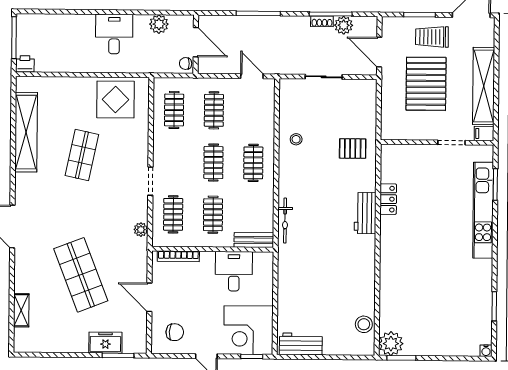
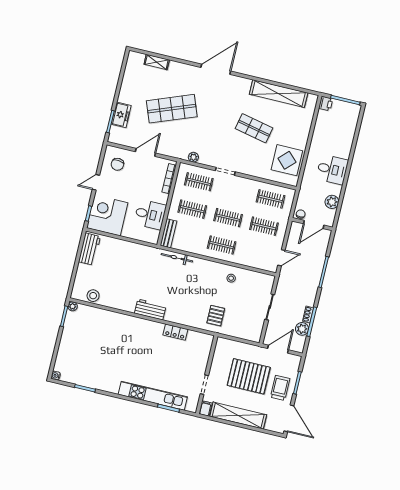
workbench: (365, 213) -> (150, 310), moved
plant: (391, 344) -> (73, 306), width x0.53, depth x0.53

